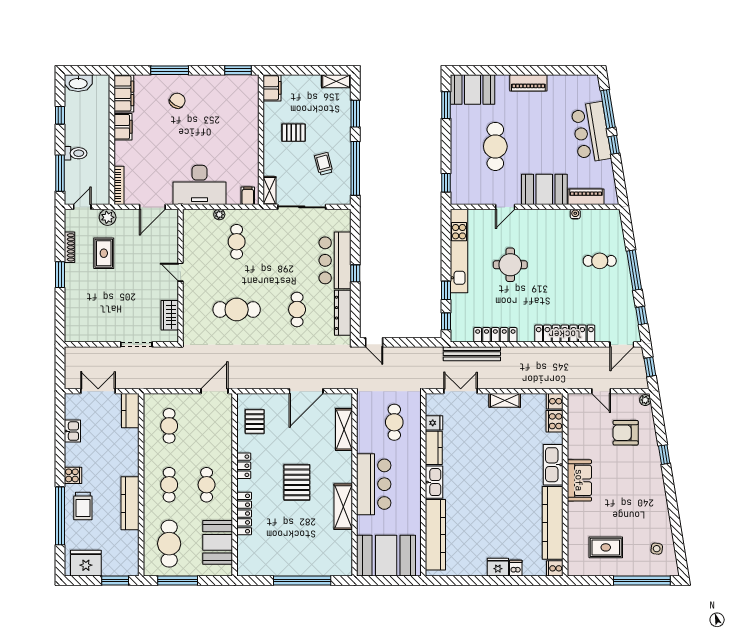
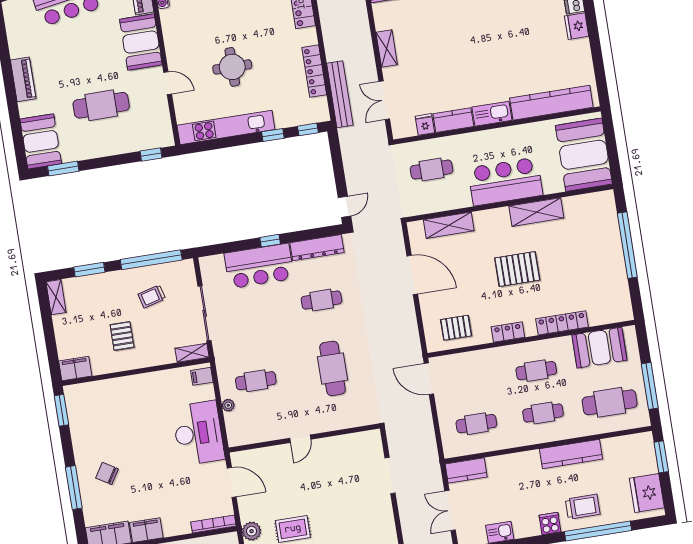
wardrobe: (170, 315) -> (351, 443), removed

